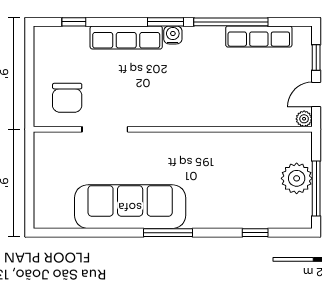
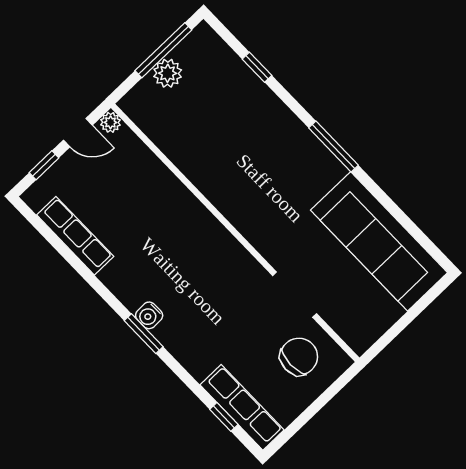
window: (231, 22) -> (86, 274), removed
row of seats: (126, 37) -> (242, 407), moved
plant: (297, 178) -> (168, 73), width x0.73, depth x0.73
sofa: (130, 207) -> (379, 241), moved

